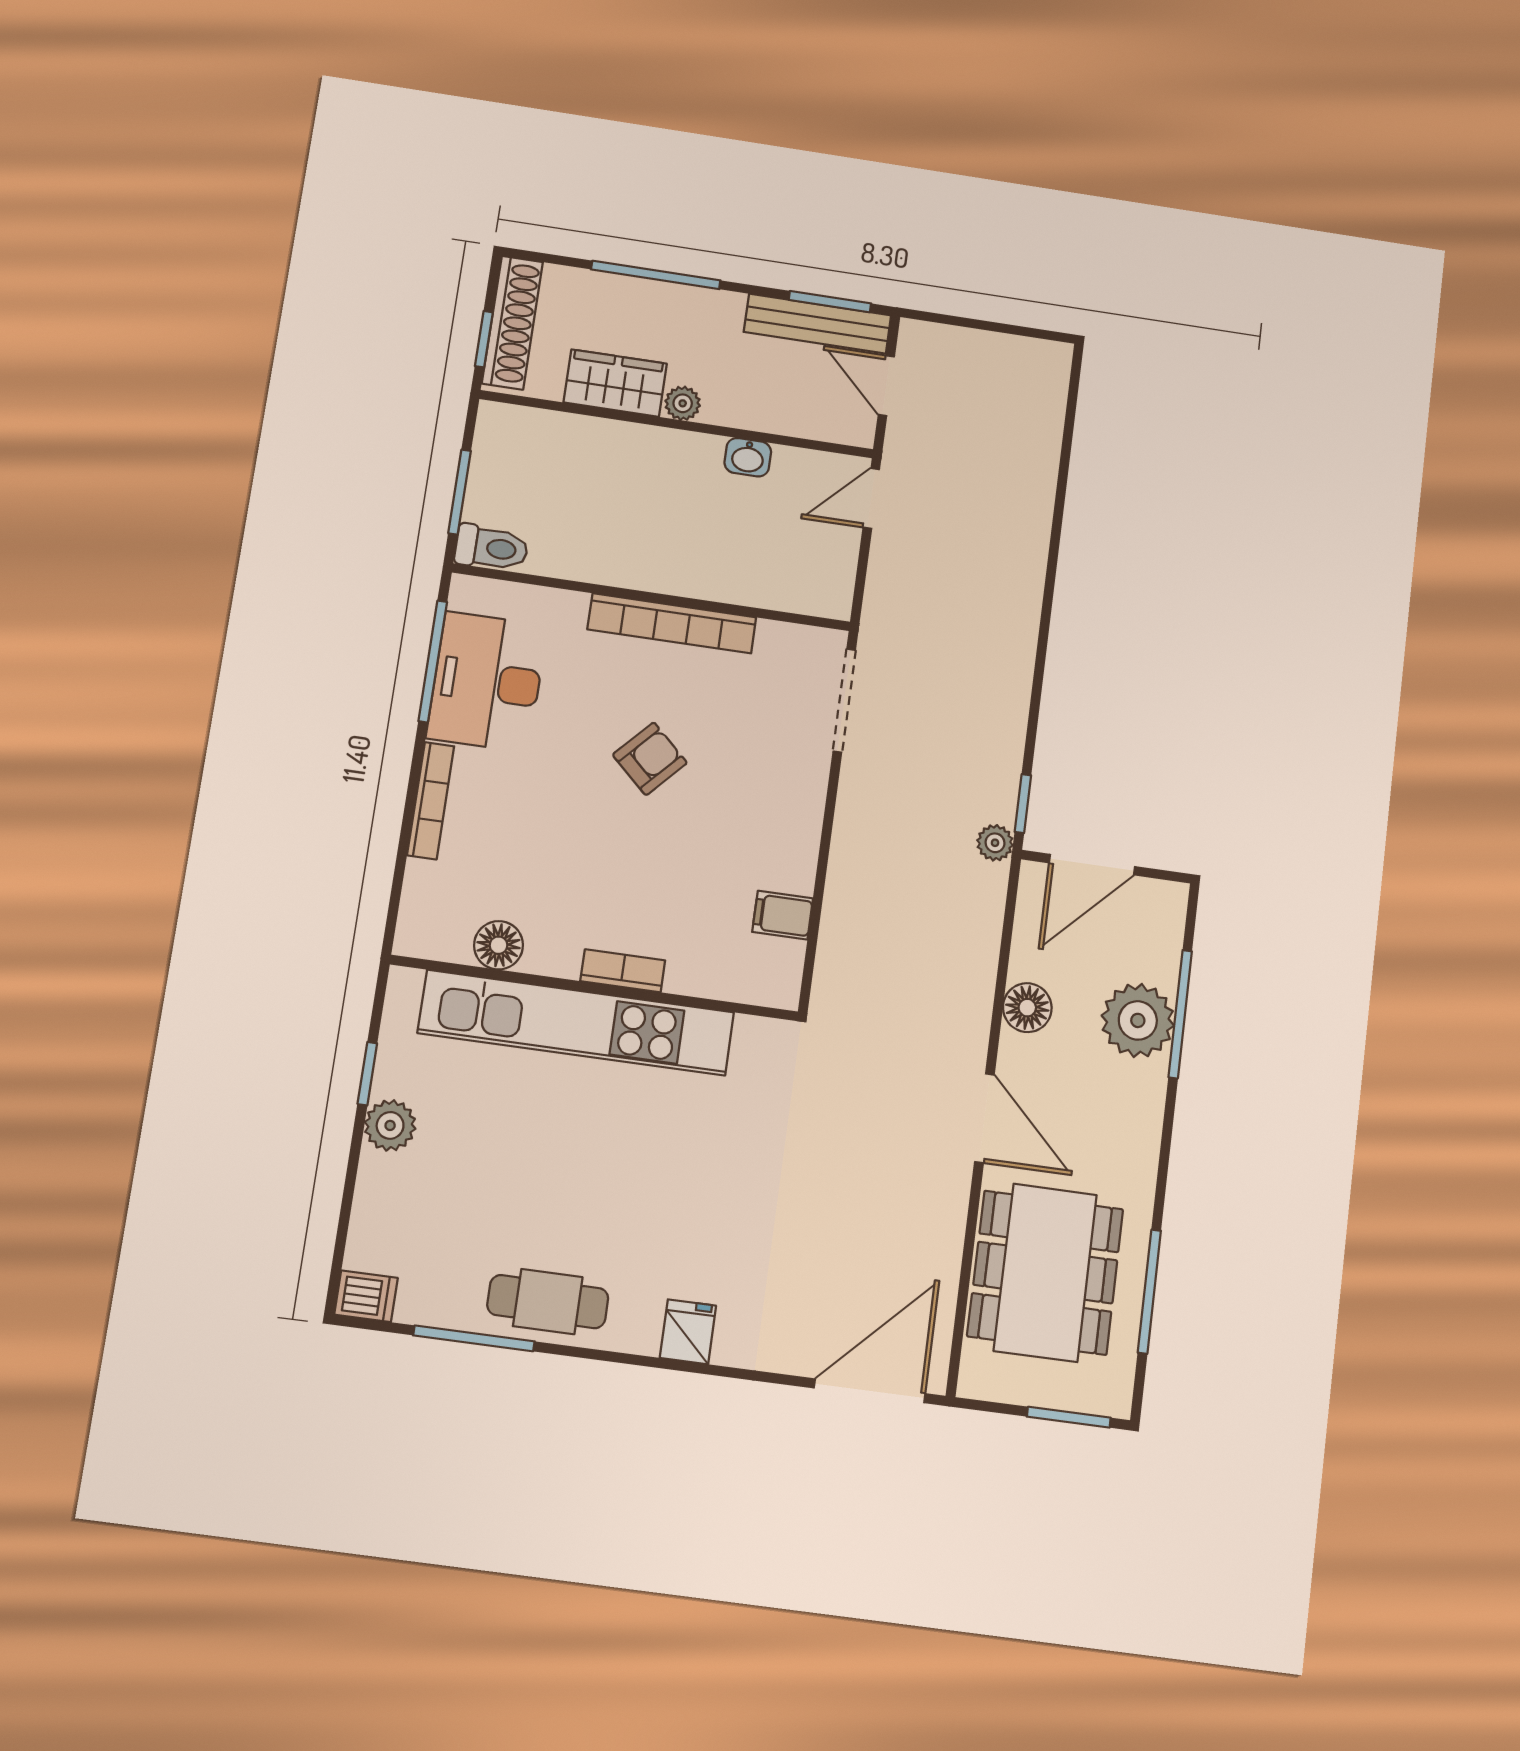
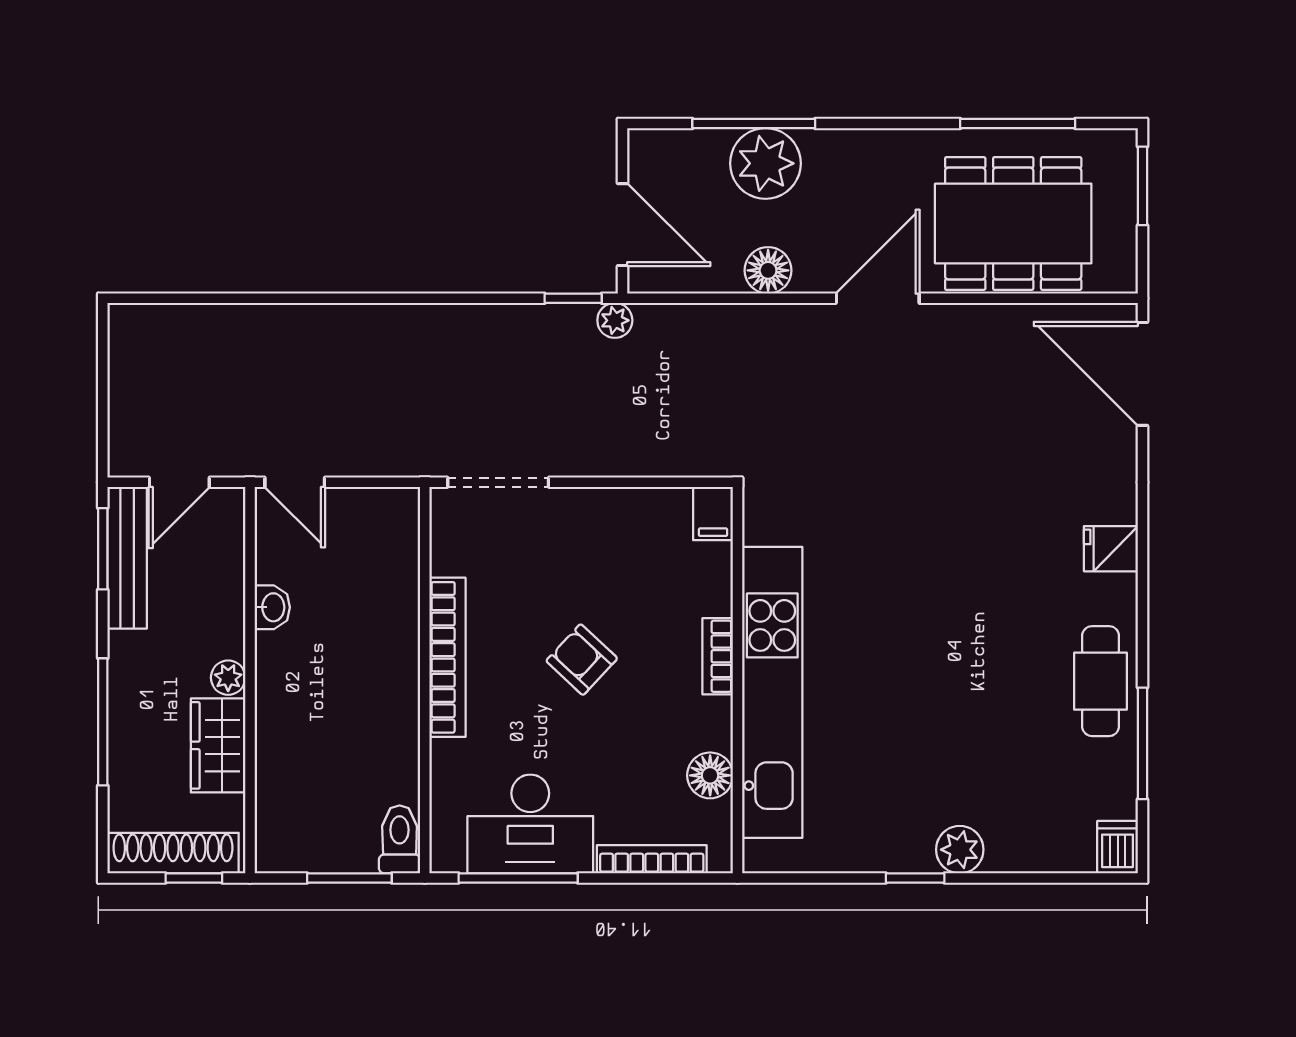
floor lamp: (499, 945) -> (710, 775), moved
bookcase: (623, 971) -> (718, 656), moved
wall: (595, 988) -> (738, 680), moved
kitchen unit: (576, 1023) -> (772, 692), moved

